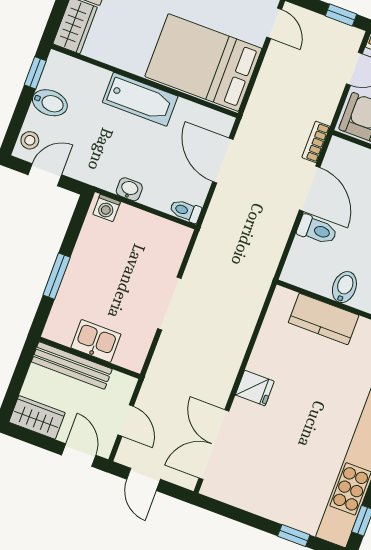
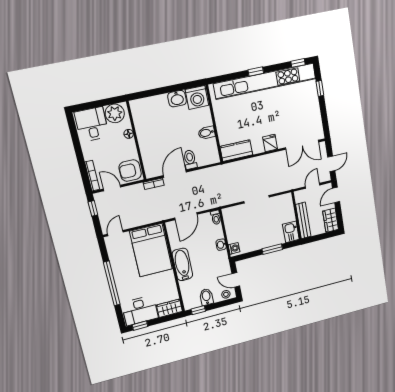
kitchen counter: (324, 319) -> (236, 151), moved, turned -90
kitchen sink: (96, 341) -> (291, 232), moved

